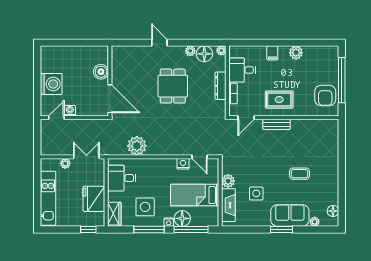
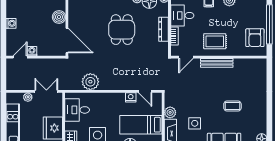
washing machine: (51, 84) -> (11, 23), width x0.53, depth x0.53
bench: (277, 124) -> (217, 63), width x1.36

